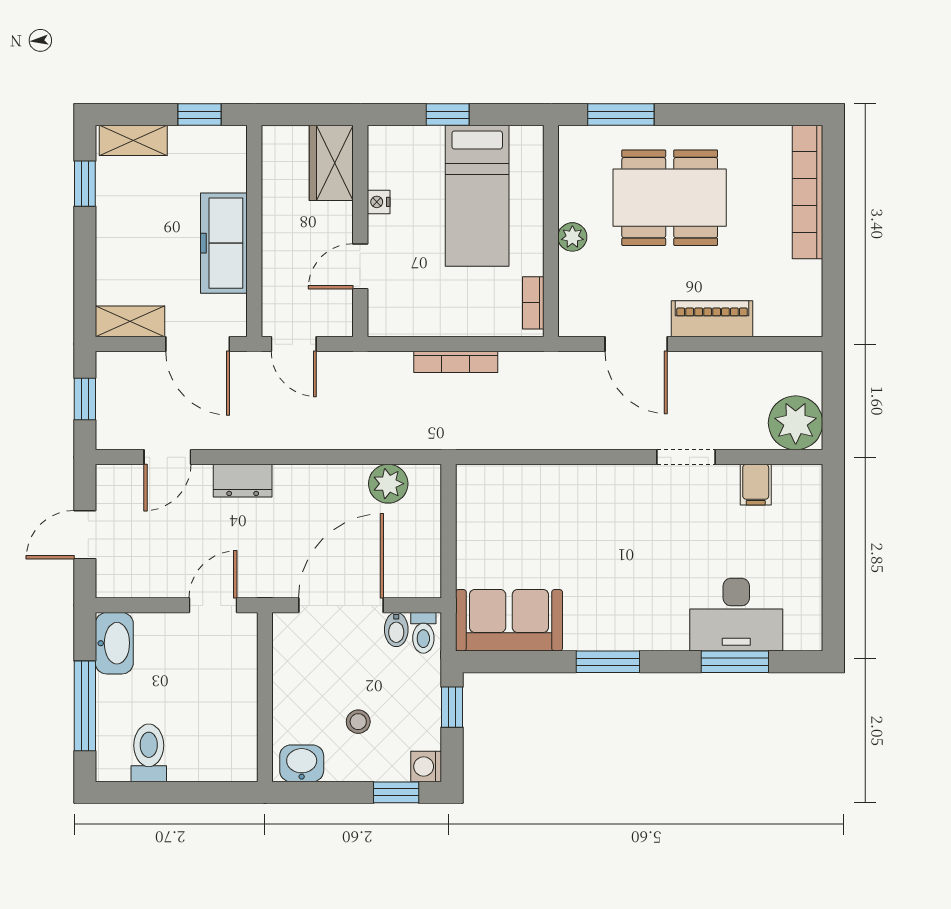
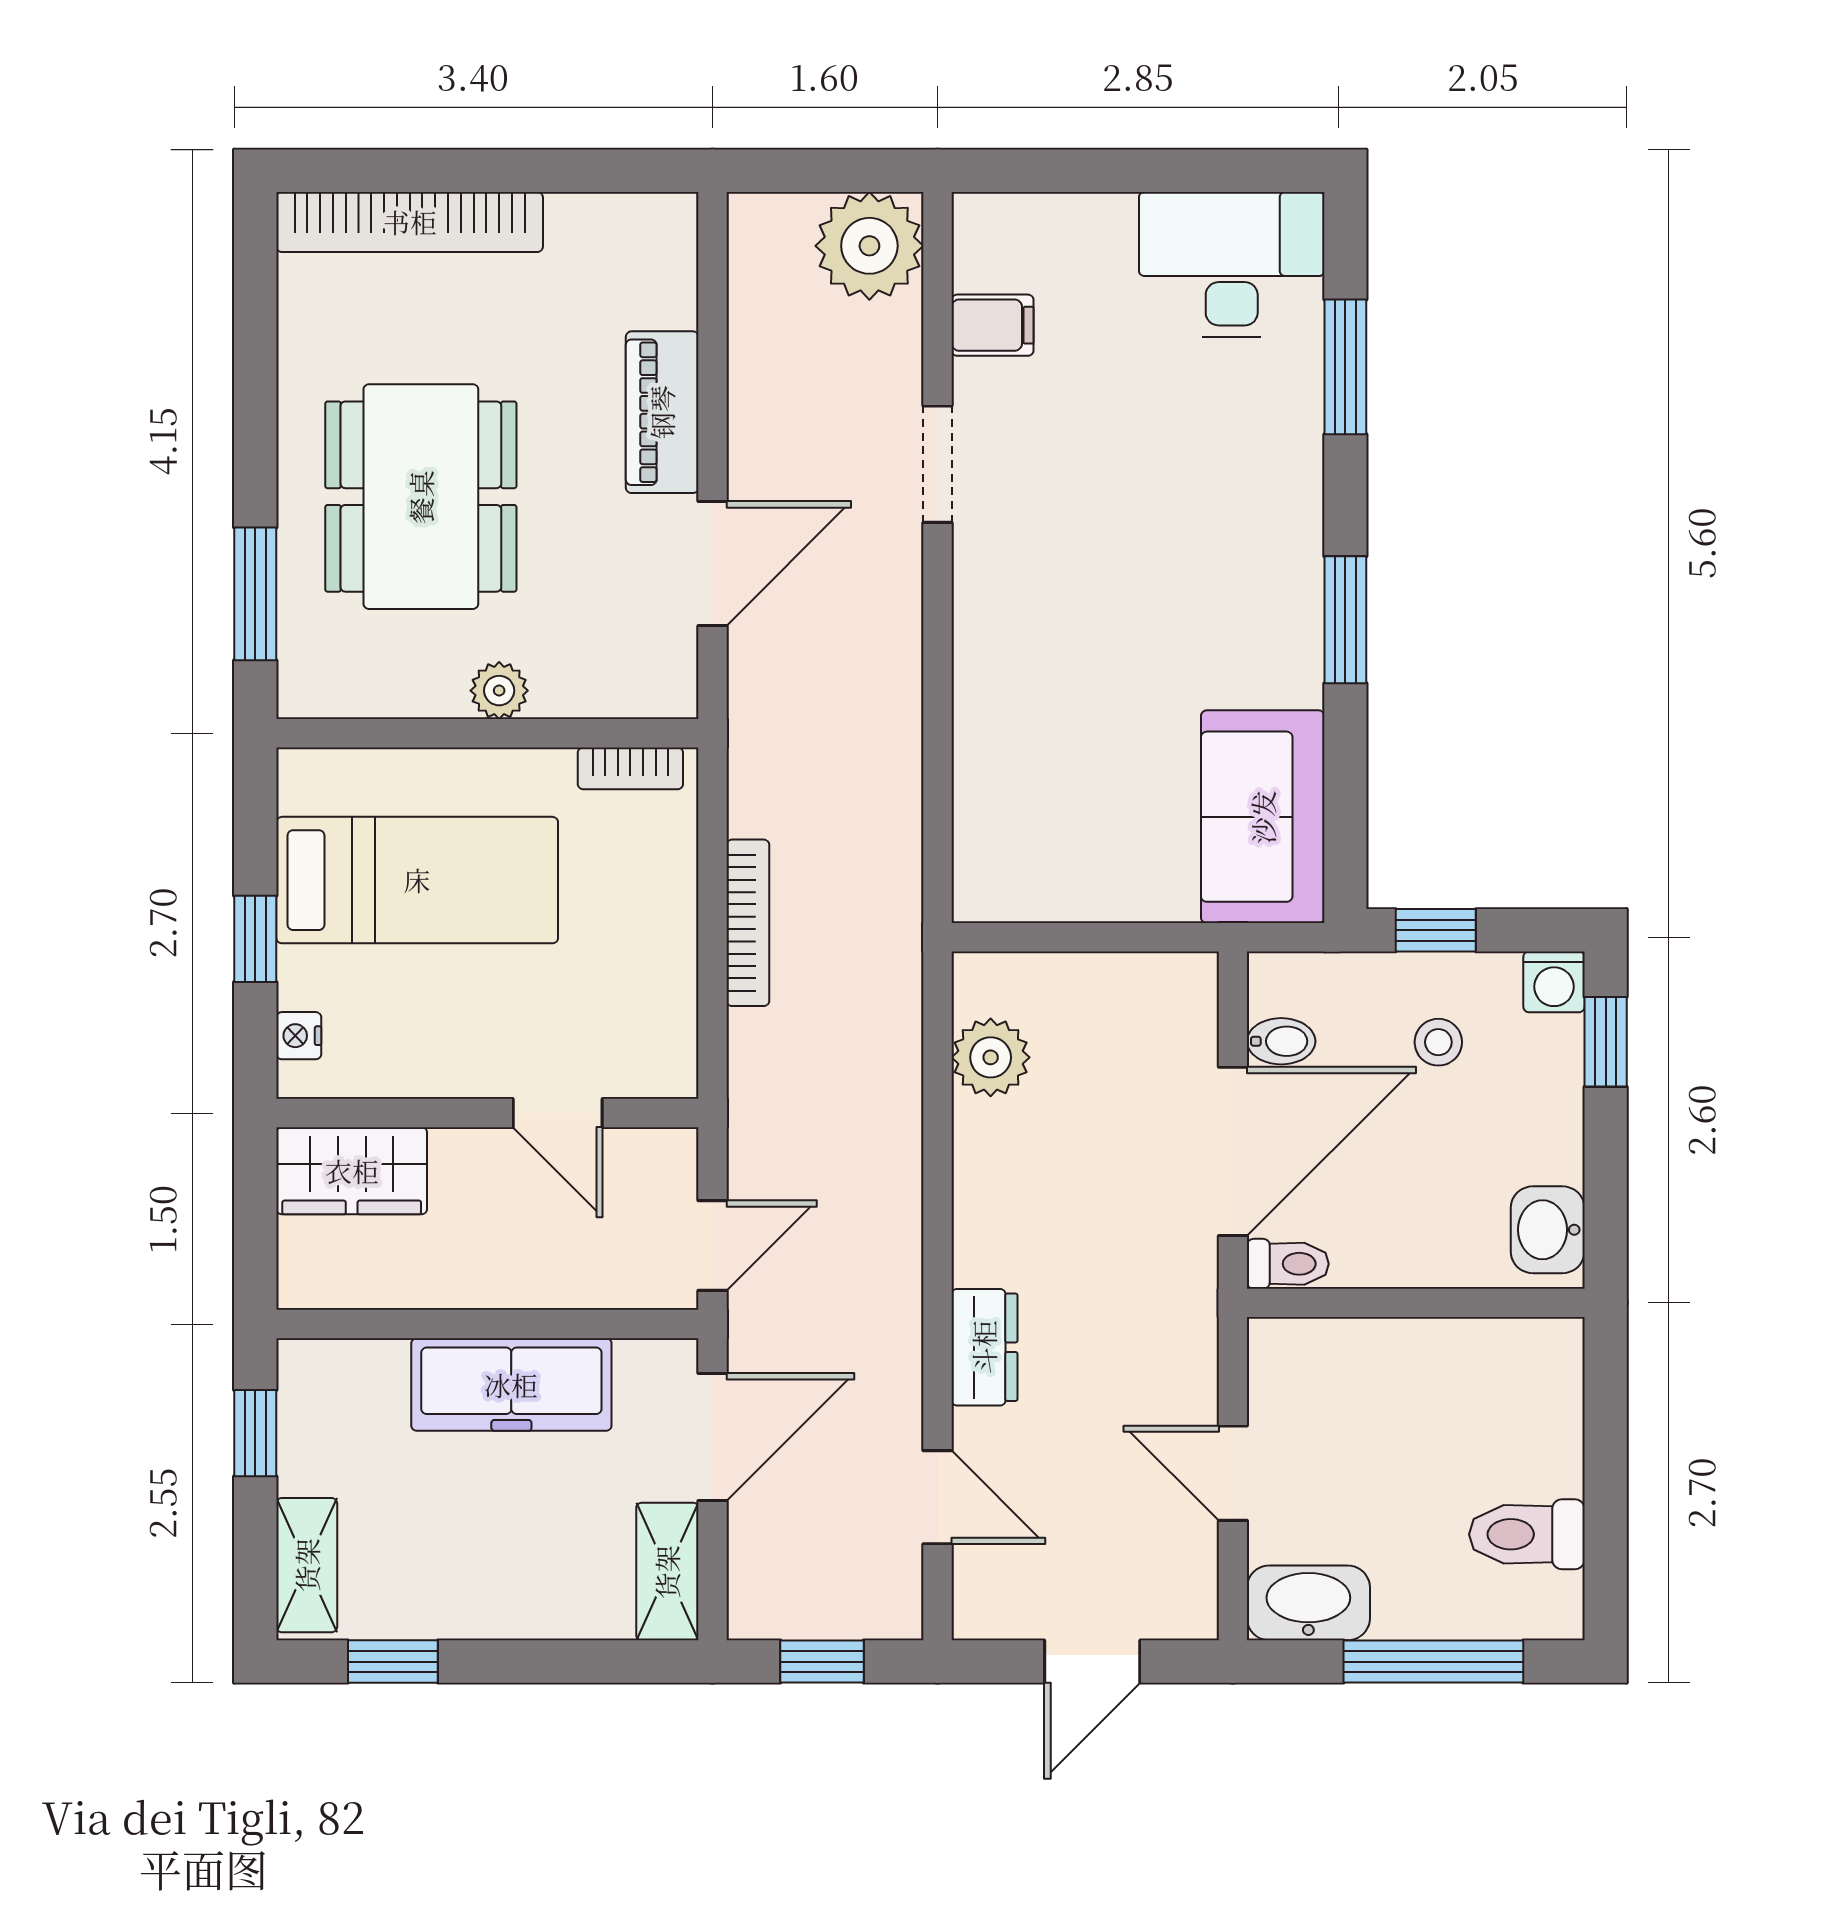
nightstand: (379, 202) -> (299, 1036), moved, turned 90
door: (85, 535) -> (1092, 1662), hinge flipped
door: (213, 605) -> (1233, 1473), moved
door: (341, 605) -> (1233, 1151), swing flipped
desk: (736, 615) -> (1232, 265), moved, turned -90
toilet: (423, 633) -> (1288, 1264), moved
stool: (358, 722) -> (1438, 1042), moved

